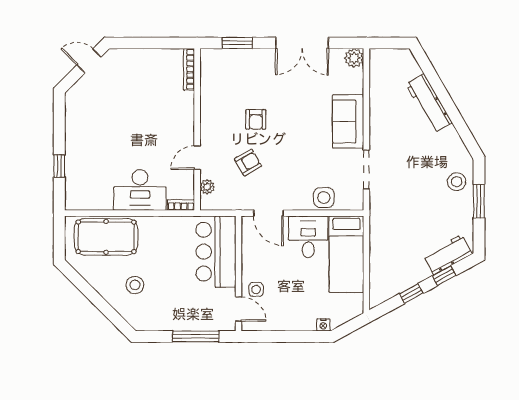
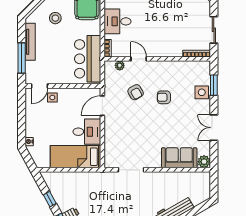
sliding door: (153, 43) -> (214, 30), added
double door: (302, 43) -> (214, 128), width x0.73
sofa: (348, 121) -> (179, 158), moved
desk: (140, 190) -> (118, 21), width x0.73
side table: (324, 198) -> (202, 92), moved
bar counter: (216, 252) -> (88, 59), moved, turned -90
tv unit: (171, 323) -> (30, 42), added

